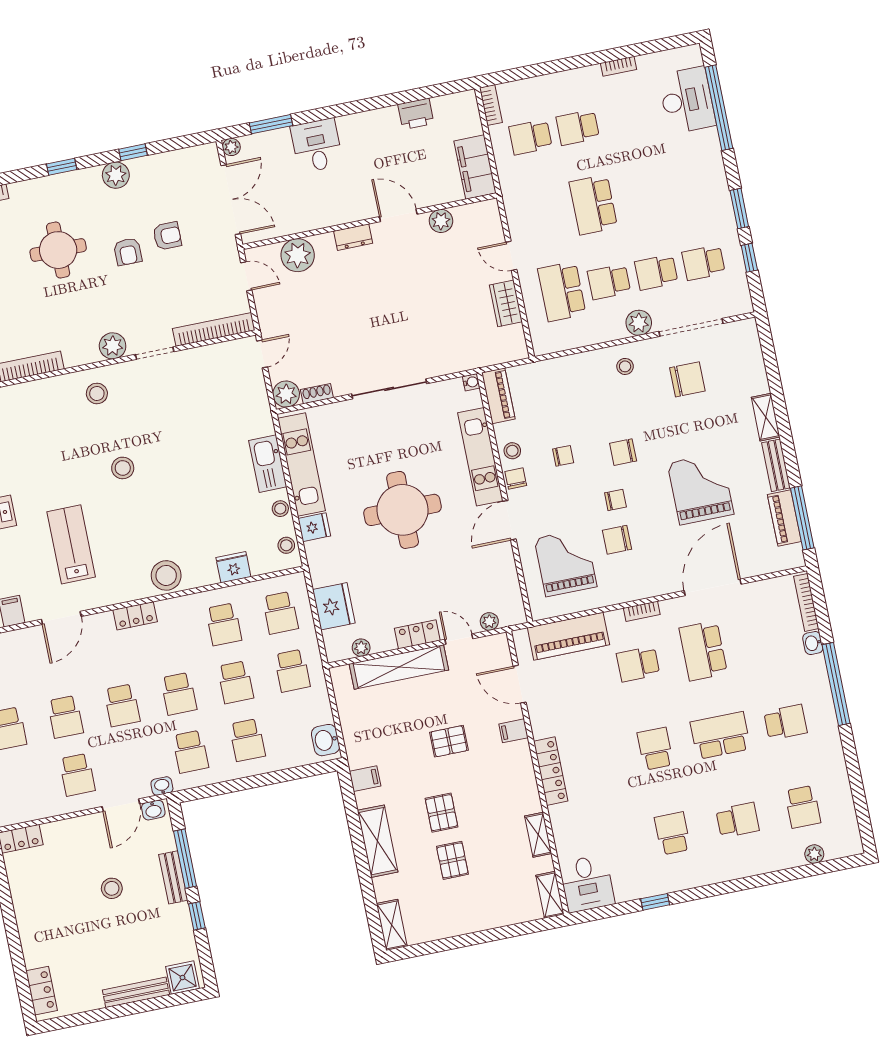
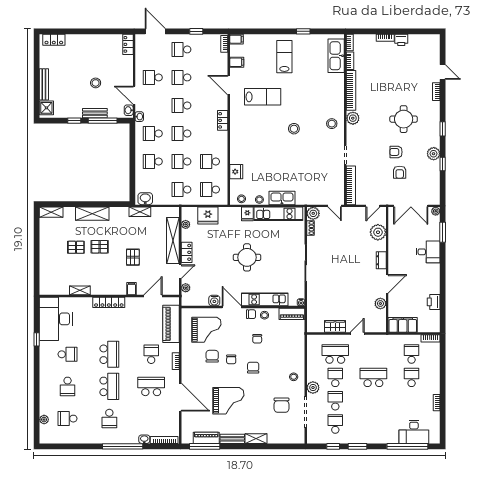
plant: (113, 346) -> (353, 118), moved
round table: (403, 510) -> (247, 257), width x0.73, depth x0.73
water cooler: (503, 558) -> (214, 301), added
stool: (166, 575) -> (239, 139), removed
school desk: (655, 749) -> (109, 354), width x1.85
filing cabinet: (365, 779) -> (123, 214), removed
desk: (587, 883) -> (56, 319), width x1.87, depth x1.30
shelving: (550, 895) -> (140, 212), moved

